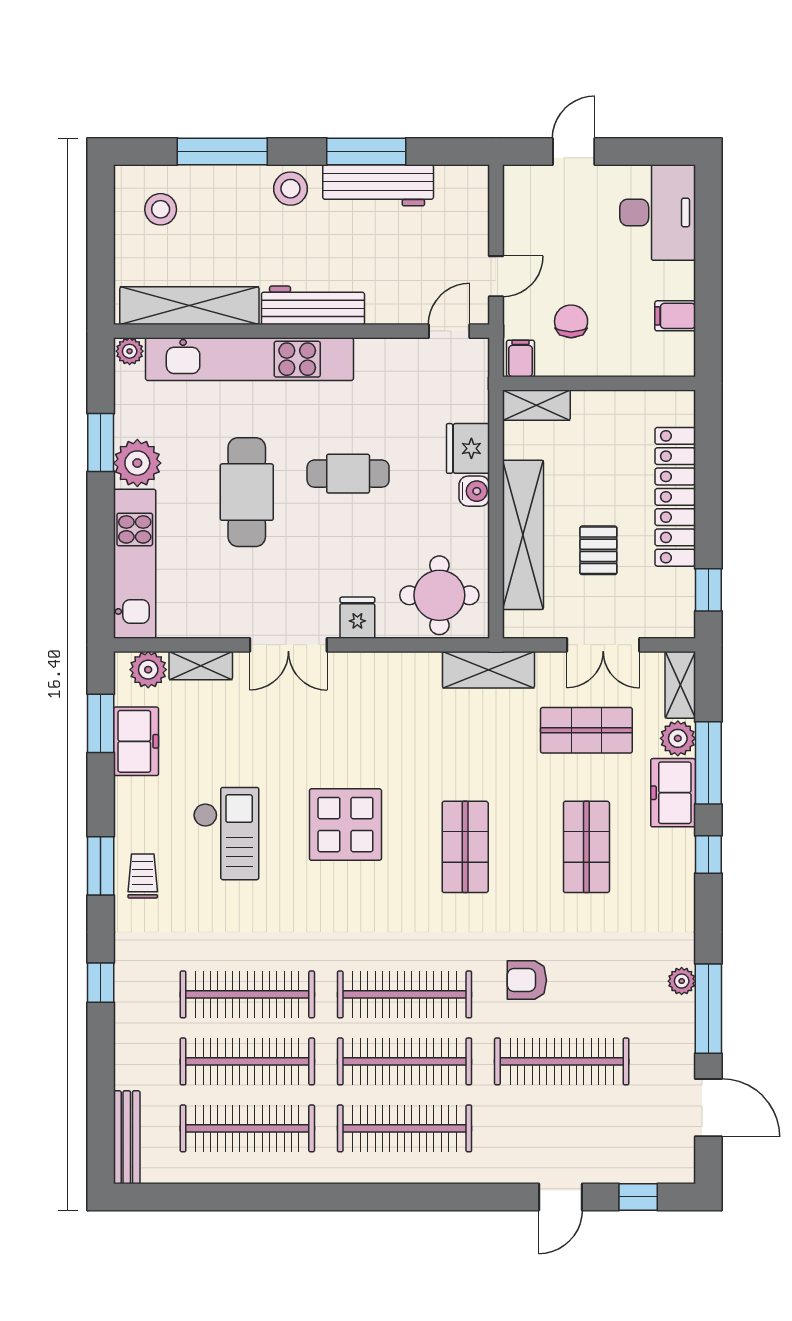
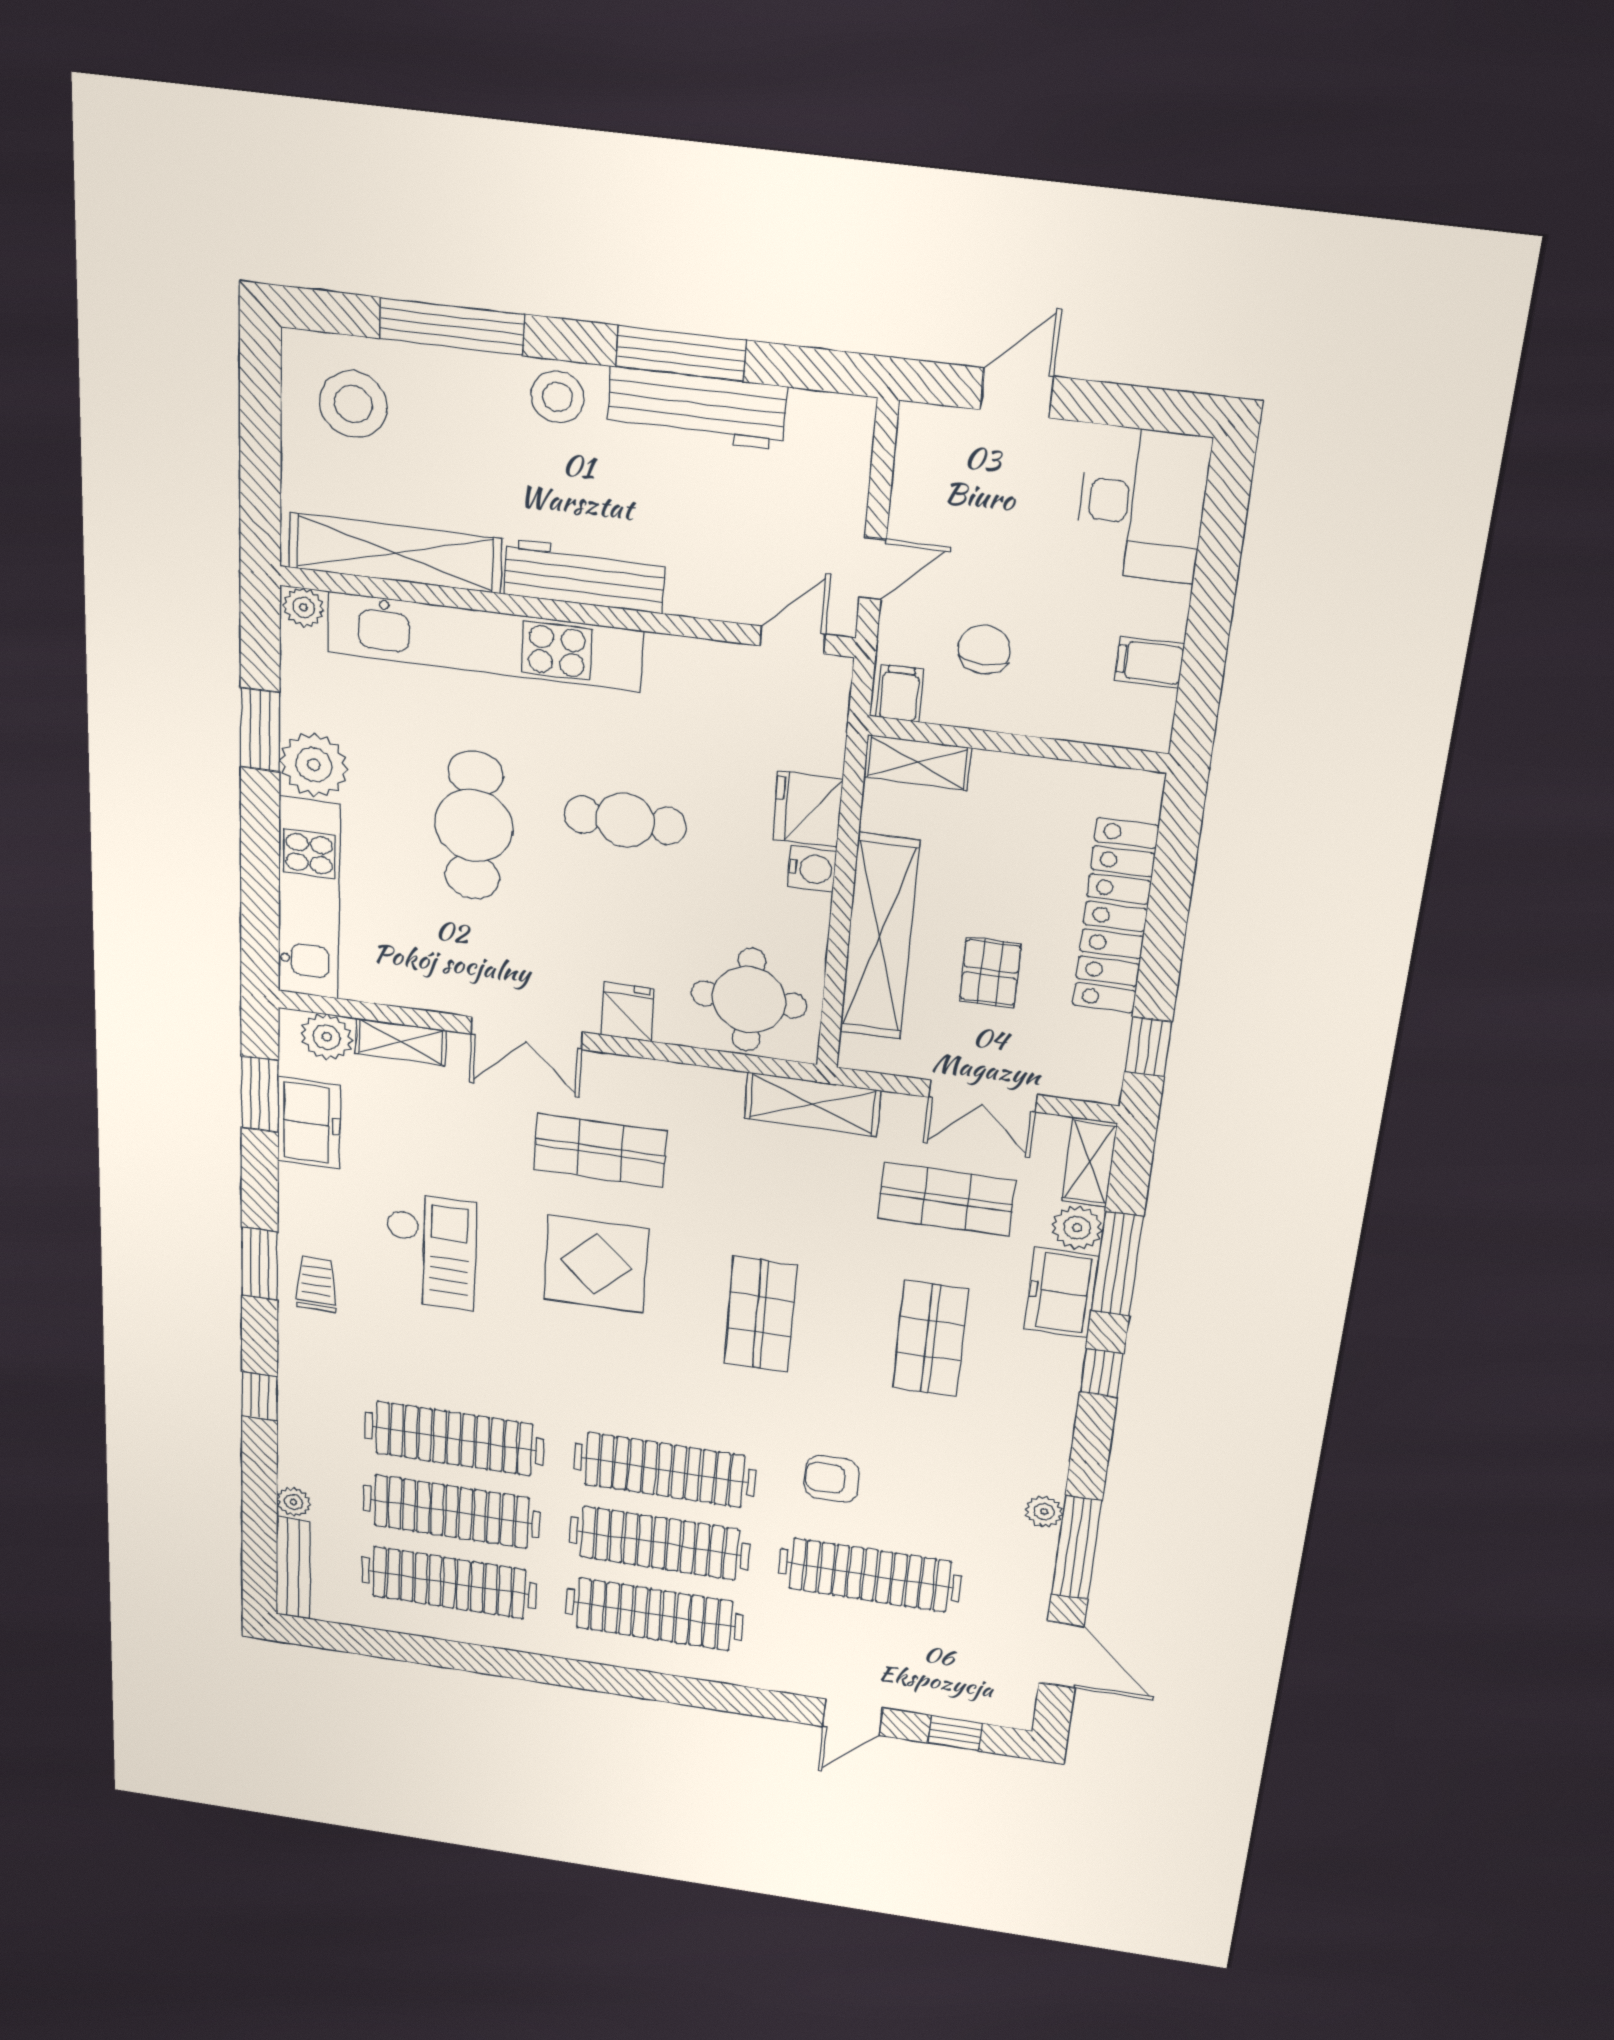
stool: (161, 209) -> (353, 404), width x1.38, depth x1.38
shop shelf: (344, 730) -> (600, 1150), added
plant: (127, 1075) -> (293, 1502), added

